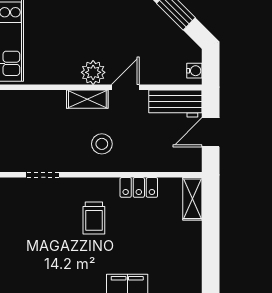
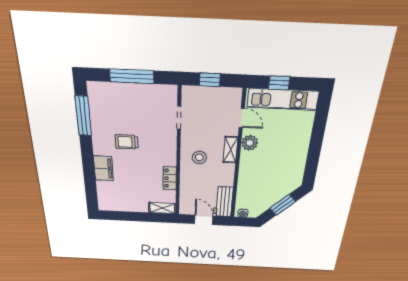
plant: (93, 72) -> (250, 143), moved
door: (125, 87) -> (242, 118), moved
trolley: (94, 218) -> (127, 142), moved

